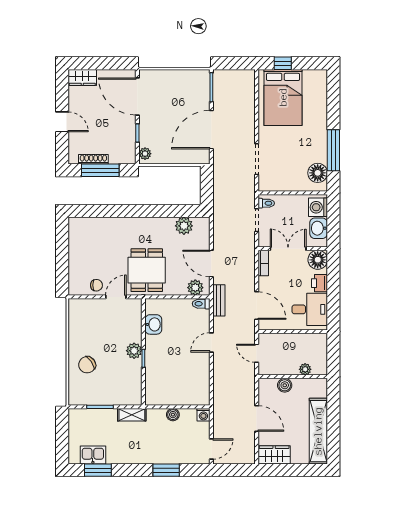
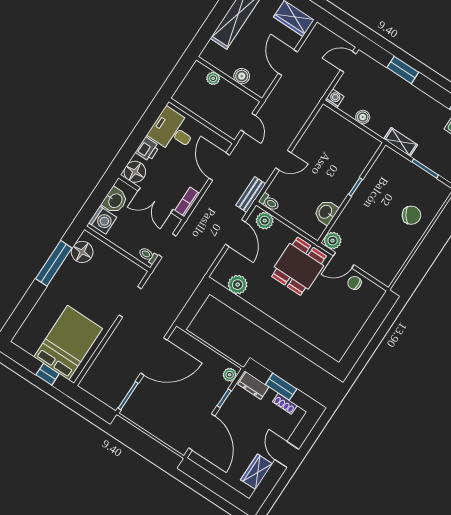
wardrobe: (82, 77) -> (257, 472), moved, turned -90
dresser: (122, 157) -> (253, 386), added
shoe rack: (93, 159) -> (285, 404), width x0.70
window: (100, 170) -> (281, 387), width x0.69
plant: (134, 351) -> (333, 241), moved

